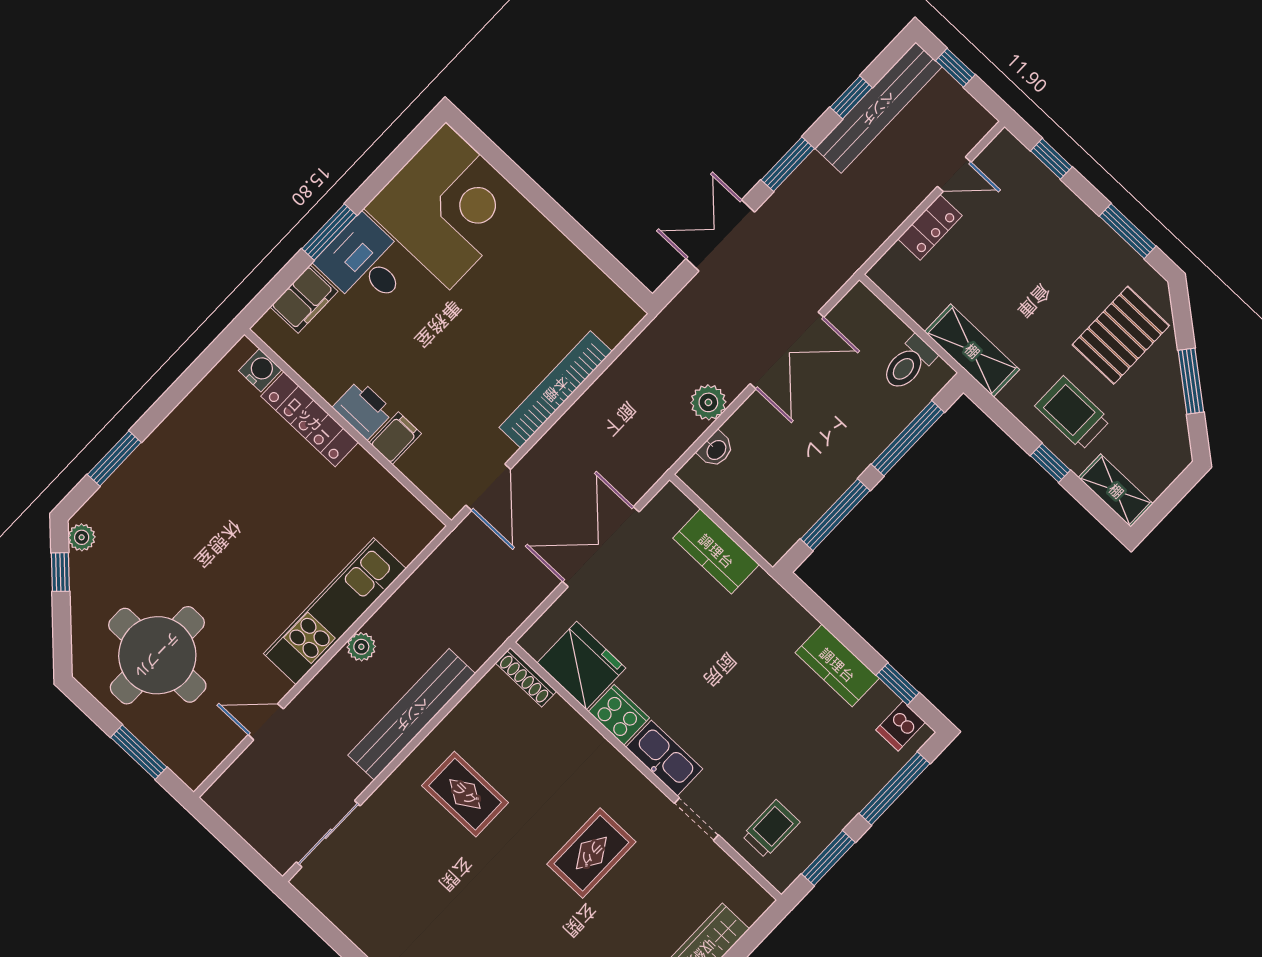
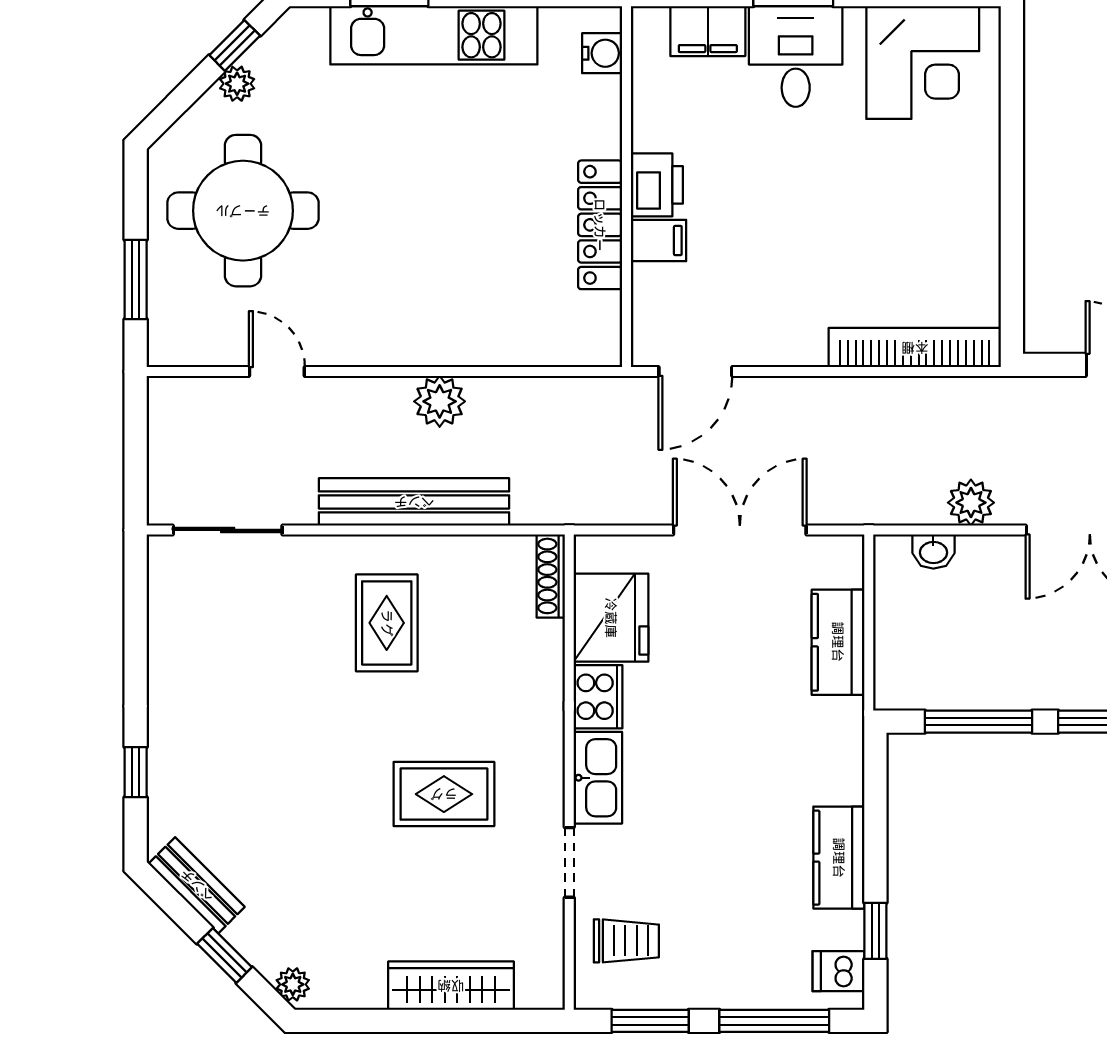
corner desk: (447, 206) -> (923, 62), width x0.74, depth x0.74
bookcase: (556, 389) -> (915, 348), moved
locker: (310, 419) -> (600, 225), moved
plant: (82, 537) -> (237, 84), moved
kitchen unit: (335, 611) -> (434, 35), moved, turned 180
plant: (361, 647) -> (440, 401), width x1.38, depth x1.38

